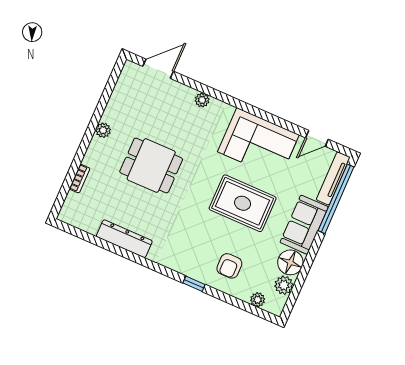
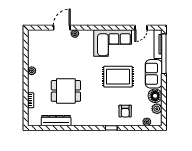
door: (158, 69) -> (62, 28), moved
dining table: (151, 165) -> (66, 91), moved
dresser: (124, 239) -> (56, 121), moved

